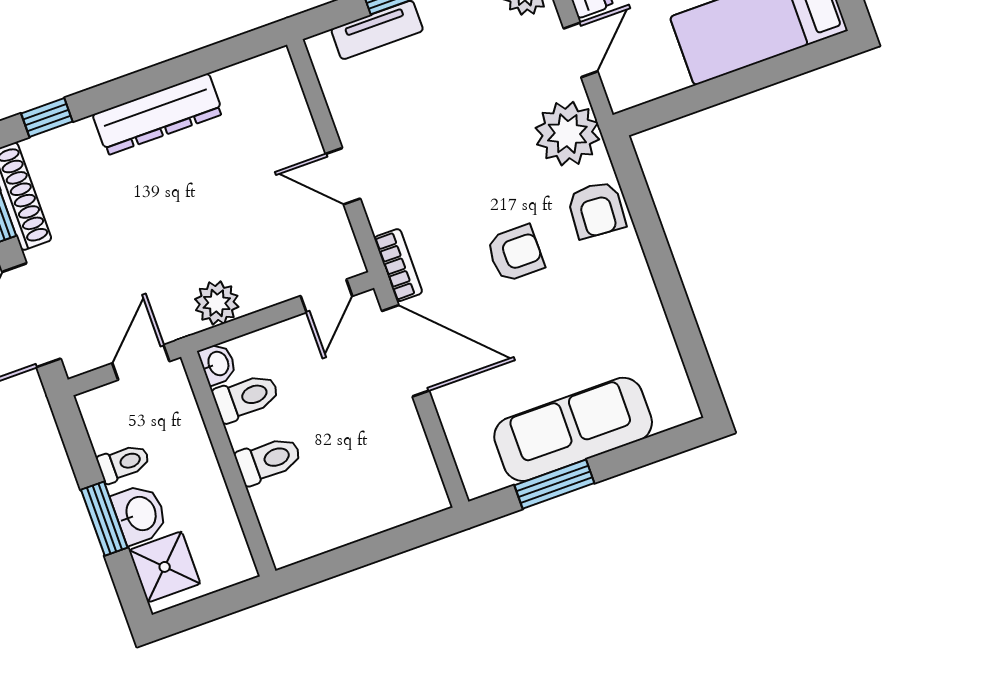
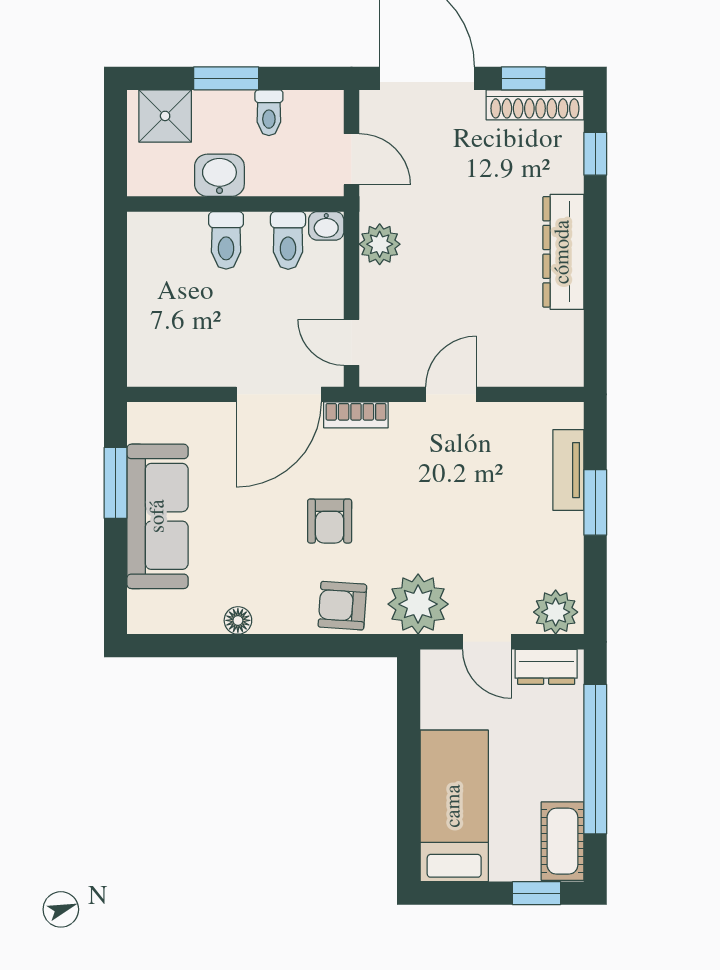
floor lamp: (649, 310) -> (238, 620), added
washbasin: (140, 514) -> (219, 175), moved, turned 180

